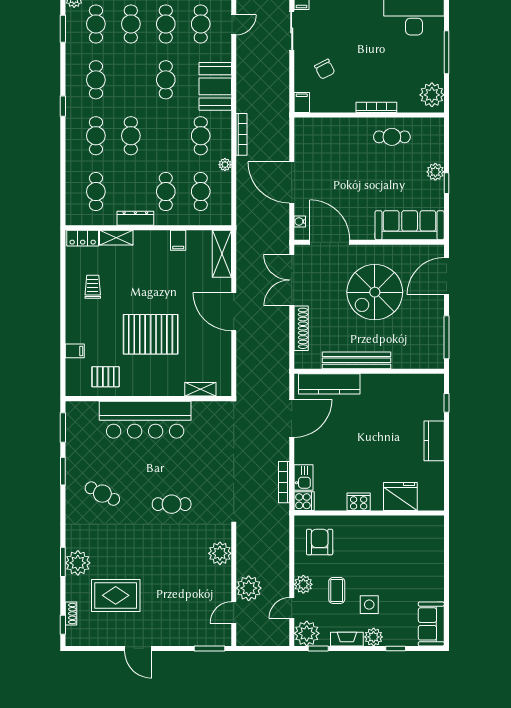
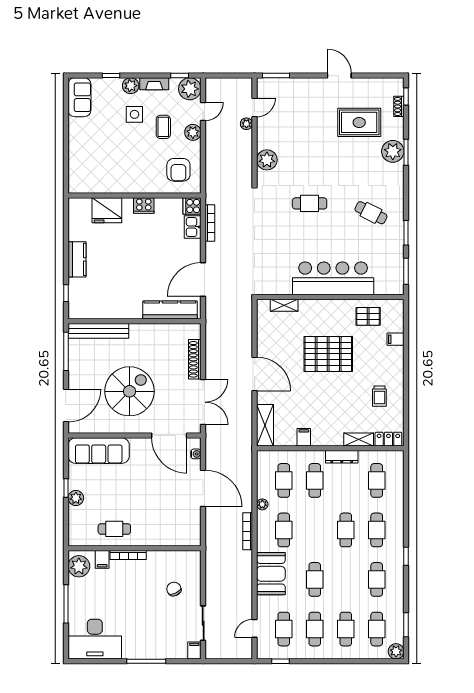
filing cabinet: (302, 102) -> (102, 559), moved
bench: (356, 360) -> (98, 331), moved
plant: (249, 588) -> (246, 124), width x0.53, depth x0.53

